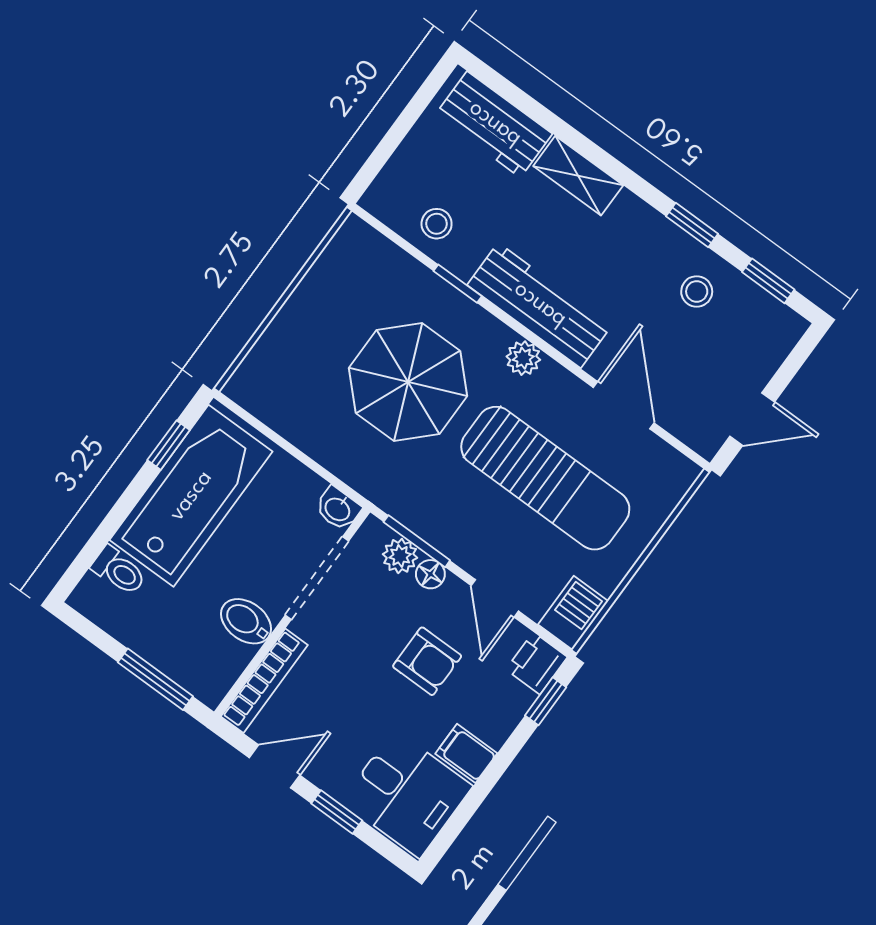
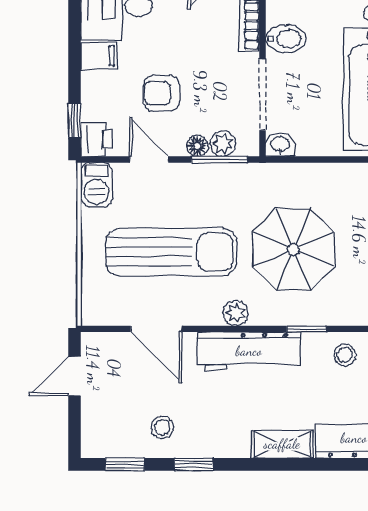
sun lounger: (545, 478) -> (171, 252), turned 180

